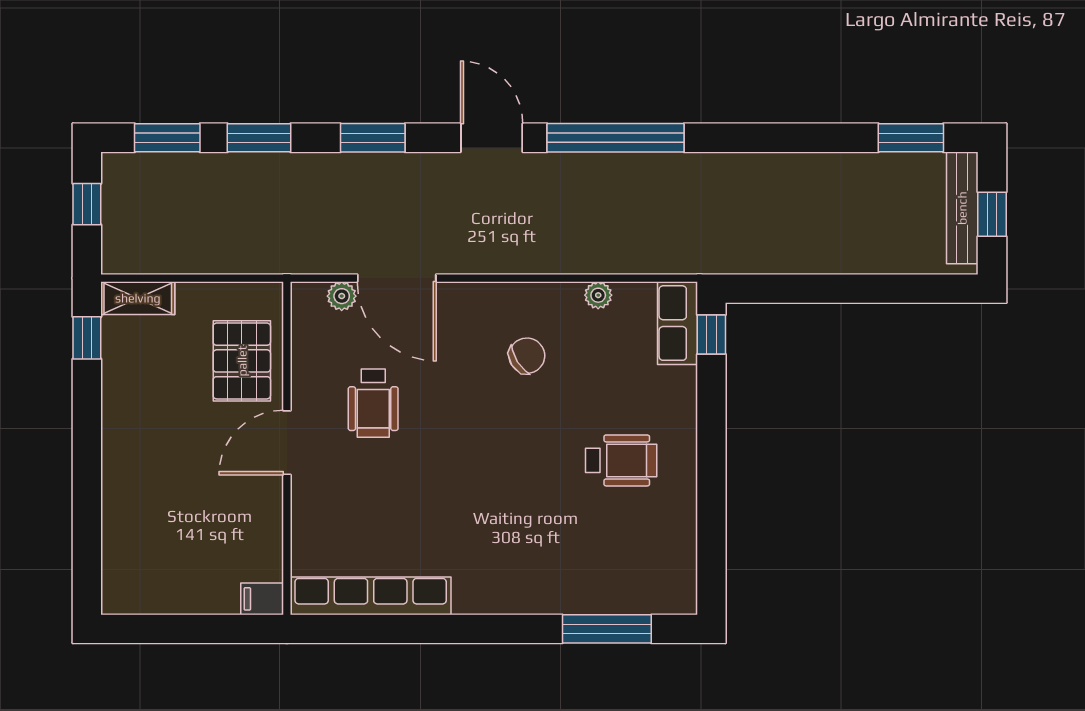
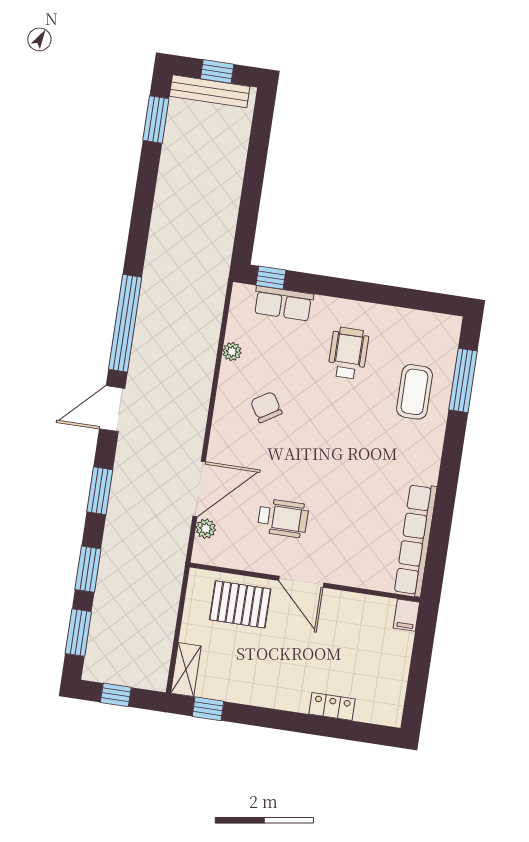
row of seats: (677, 323) -> (283, 303), moved
locker: (117, 513) -> (332, 707), added
coffee table: (580, 562) -> (414, 392), added

